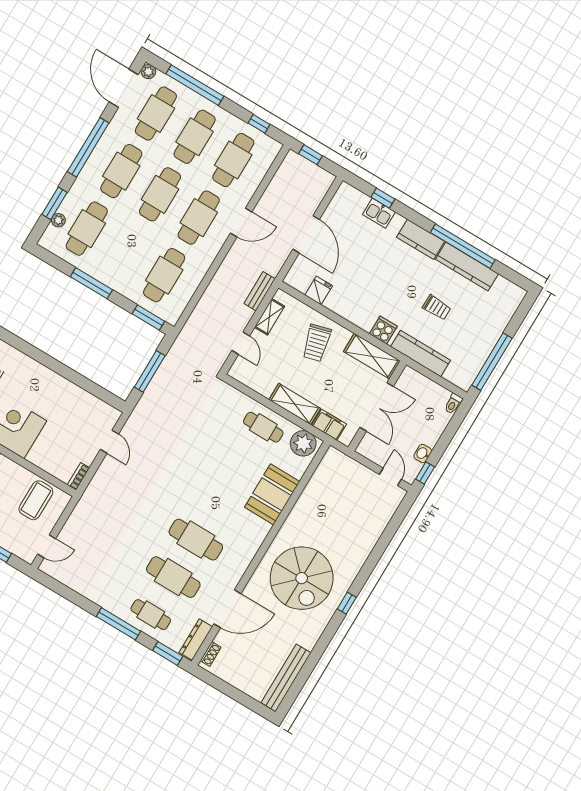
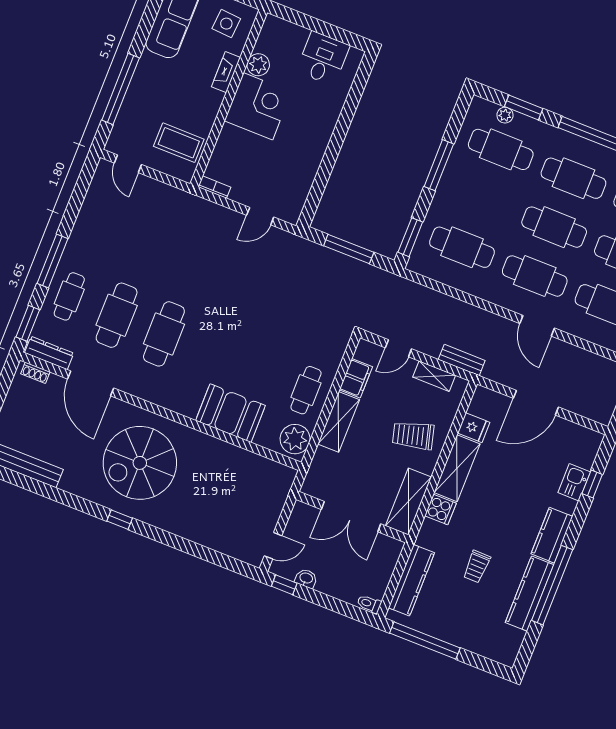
shelving: (351, 310) -> (457, 468), added
kitchen counter: (421, 354) -> (411, 580), moved
filing cabinet: (329, 425) -> (356, 378), moved

